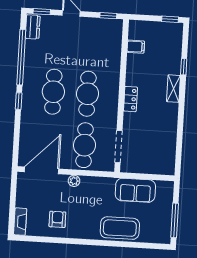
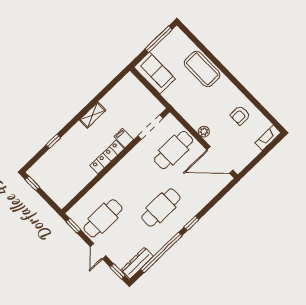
dresser: (33, 27) -> (137, 263), width x1.44
filing cabinet: (136, 47) -> (124, 138), moved
shelving: (173, 89) -> (93, 115), moved
cafe table: (88, 94) -> (103, 218), moved
locker: (130, 99) -> (107, 157), width x1.53
sofa: (135, 190) -> (155, 73), moved

